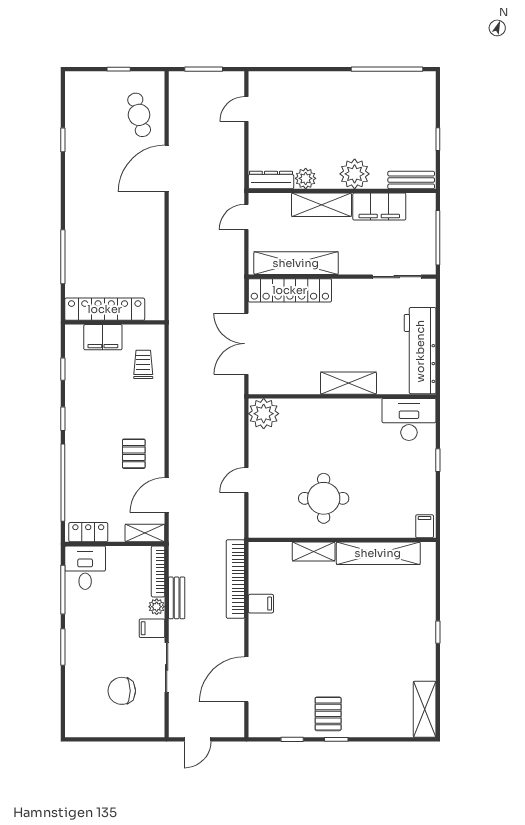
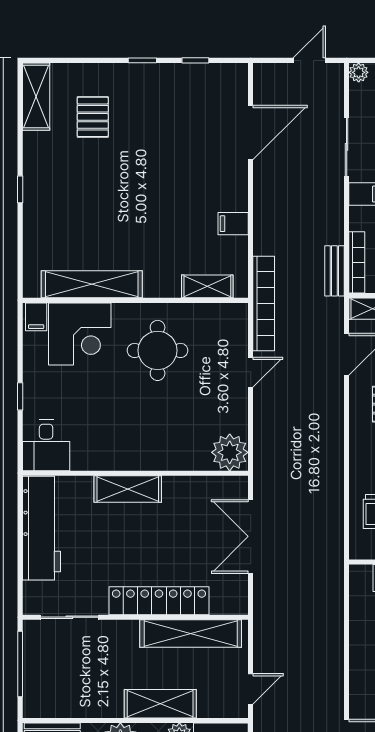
filing cabinet: (379, 207) -> (91, 702), removed
locker: (290, 290) -> (159, 601), moved
double door: (246, 344) -> (251, 536), swing flipped
desk: (409, 419) -> (46, 445), width x0.73
corner desk: (388, 512) -> (80, 334), added
shelving: (314, 551) -> (207, 286), moved
bookcase: (235, 579) -> (264, 304), moved
bench: (177, 598) -> (334, 271), moved
plant: (157, 607) -> (359, 72), moved
pallet: (328, 714) -> (93, 117), moved

